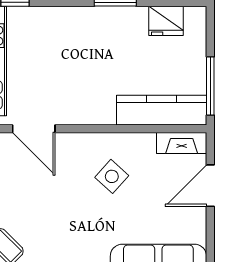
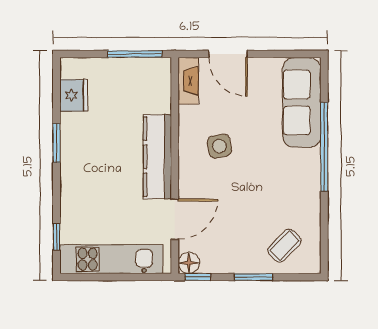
kitchen counter: (162, 110) -> (157, 157), moved
side table: (112, 176) -> (219, 146), turned 37

